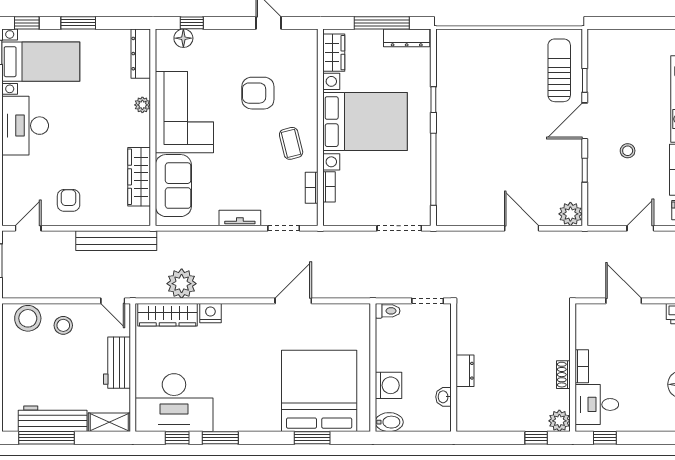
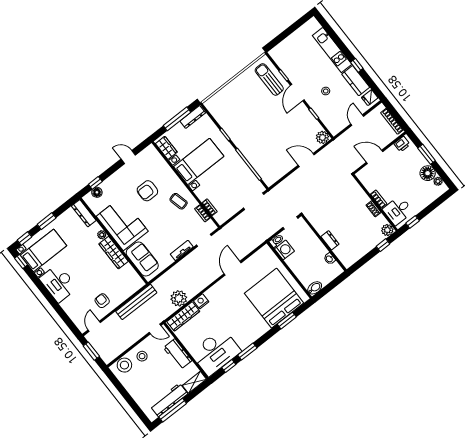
bed with nightstands: (365, 122) -> (199, 161), width x0.73
wardrobe: (139, 177) -> (114, 253), moved
washing machine: (389, 385) -> (284, 250), moved

